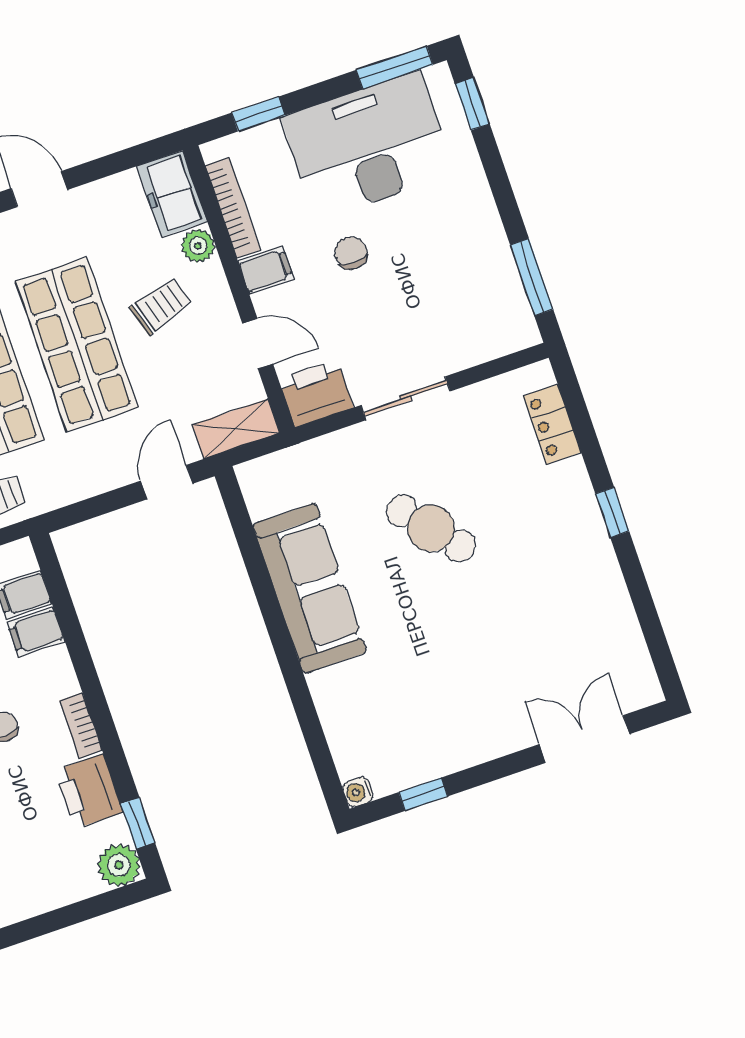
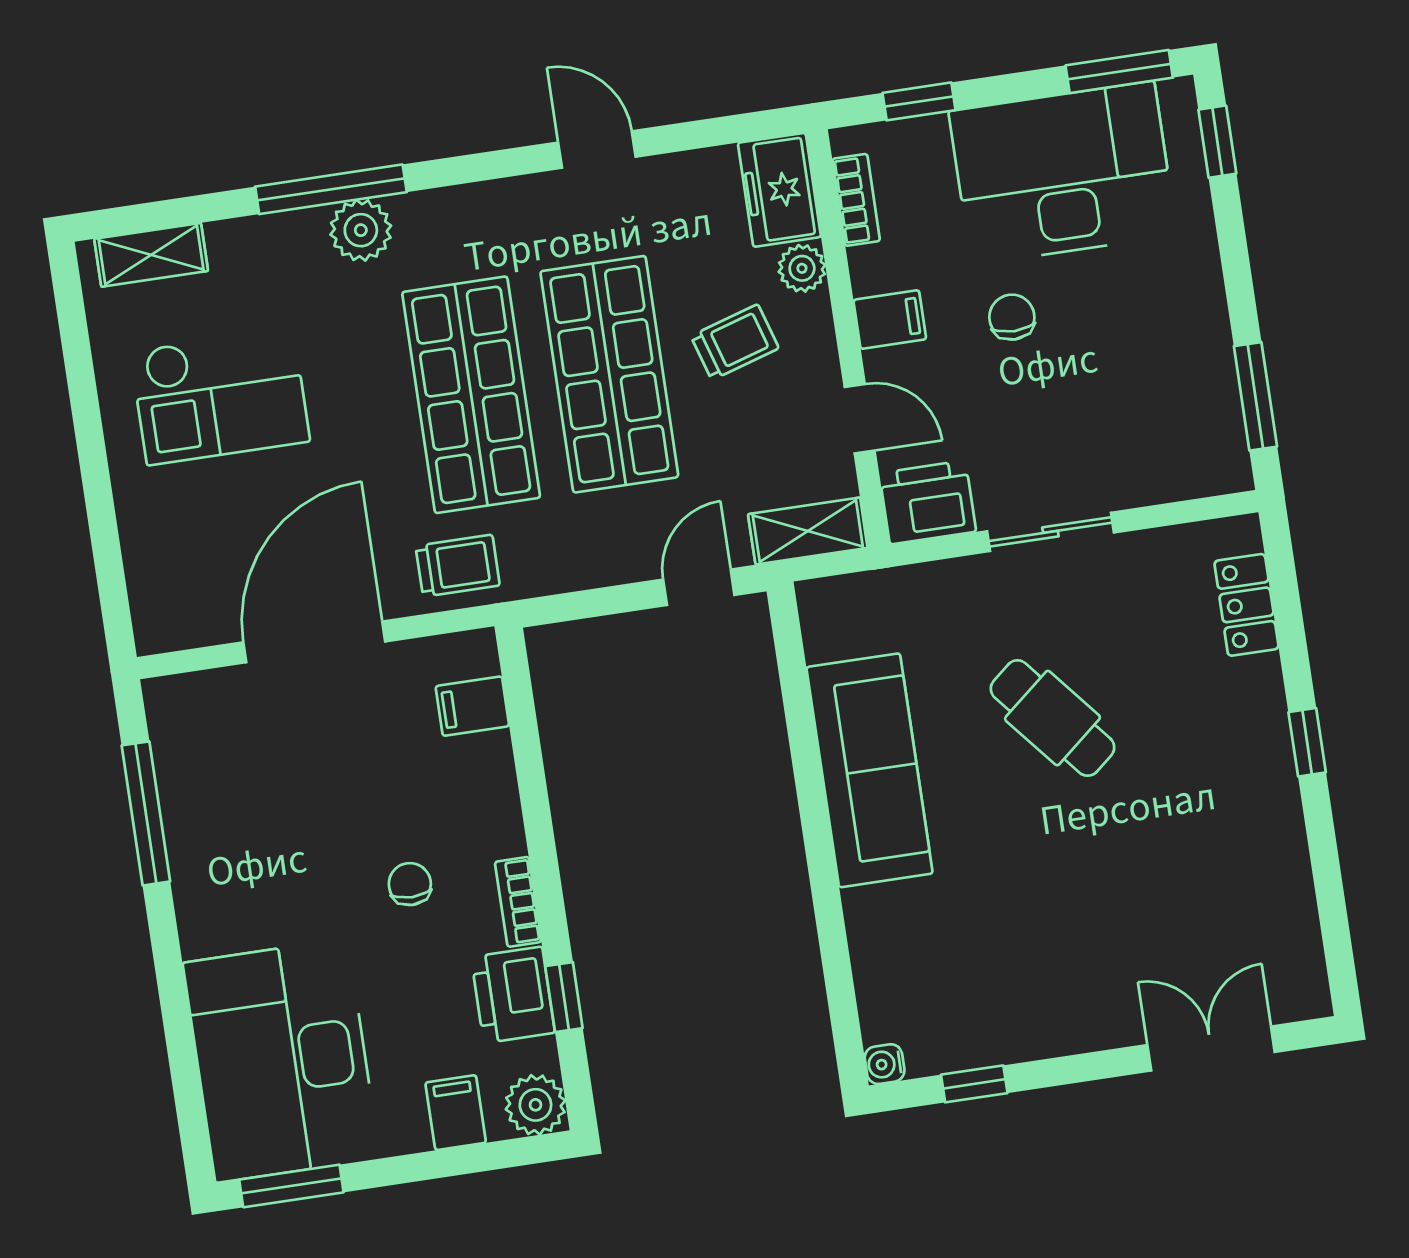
bookcase: (233, 208) -> (856, 200), width x0.64
filing cabinet: (36, 632) -> (456, 1113), moved, turned 90
window: (138, 823) -> (564, 997), moved

